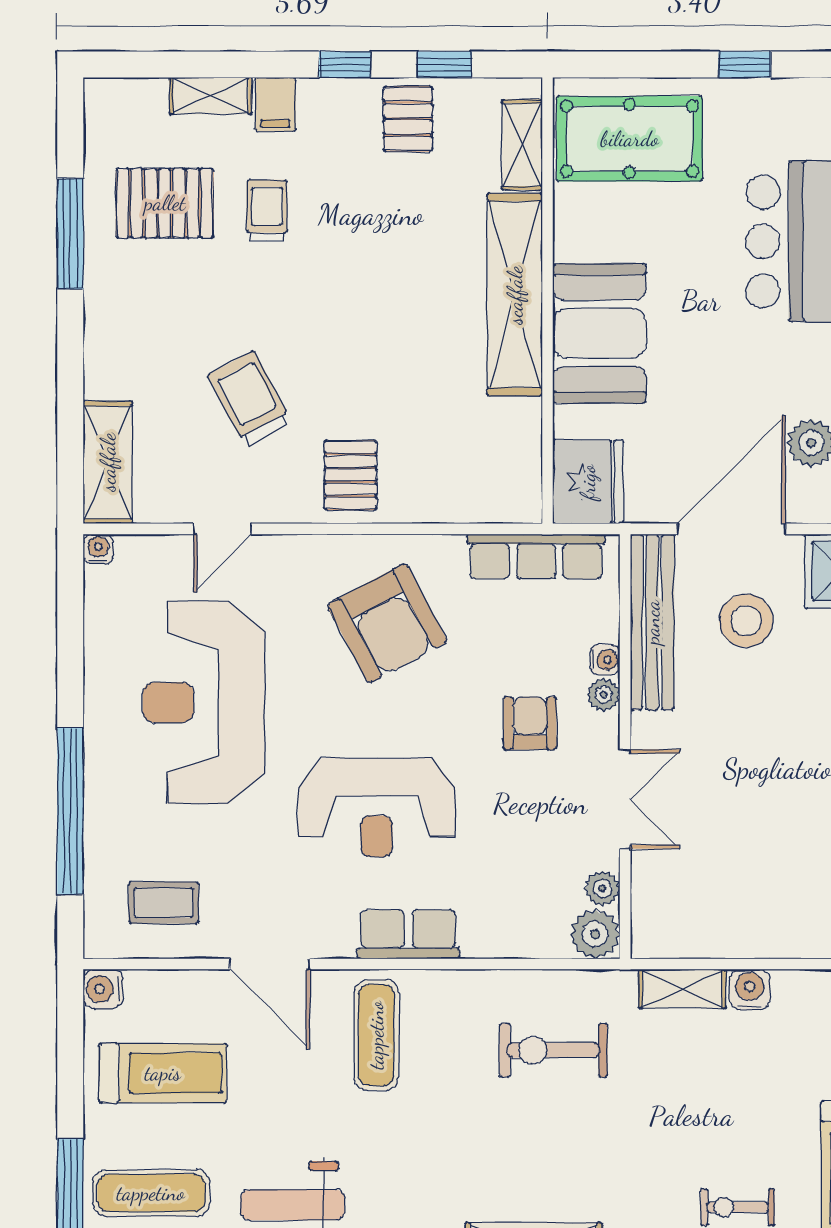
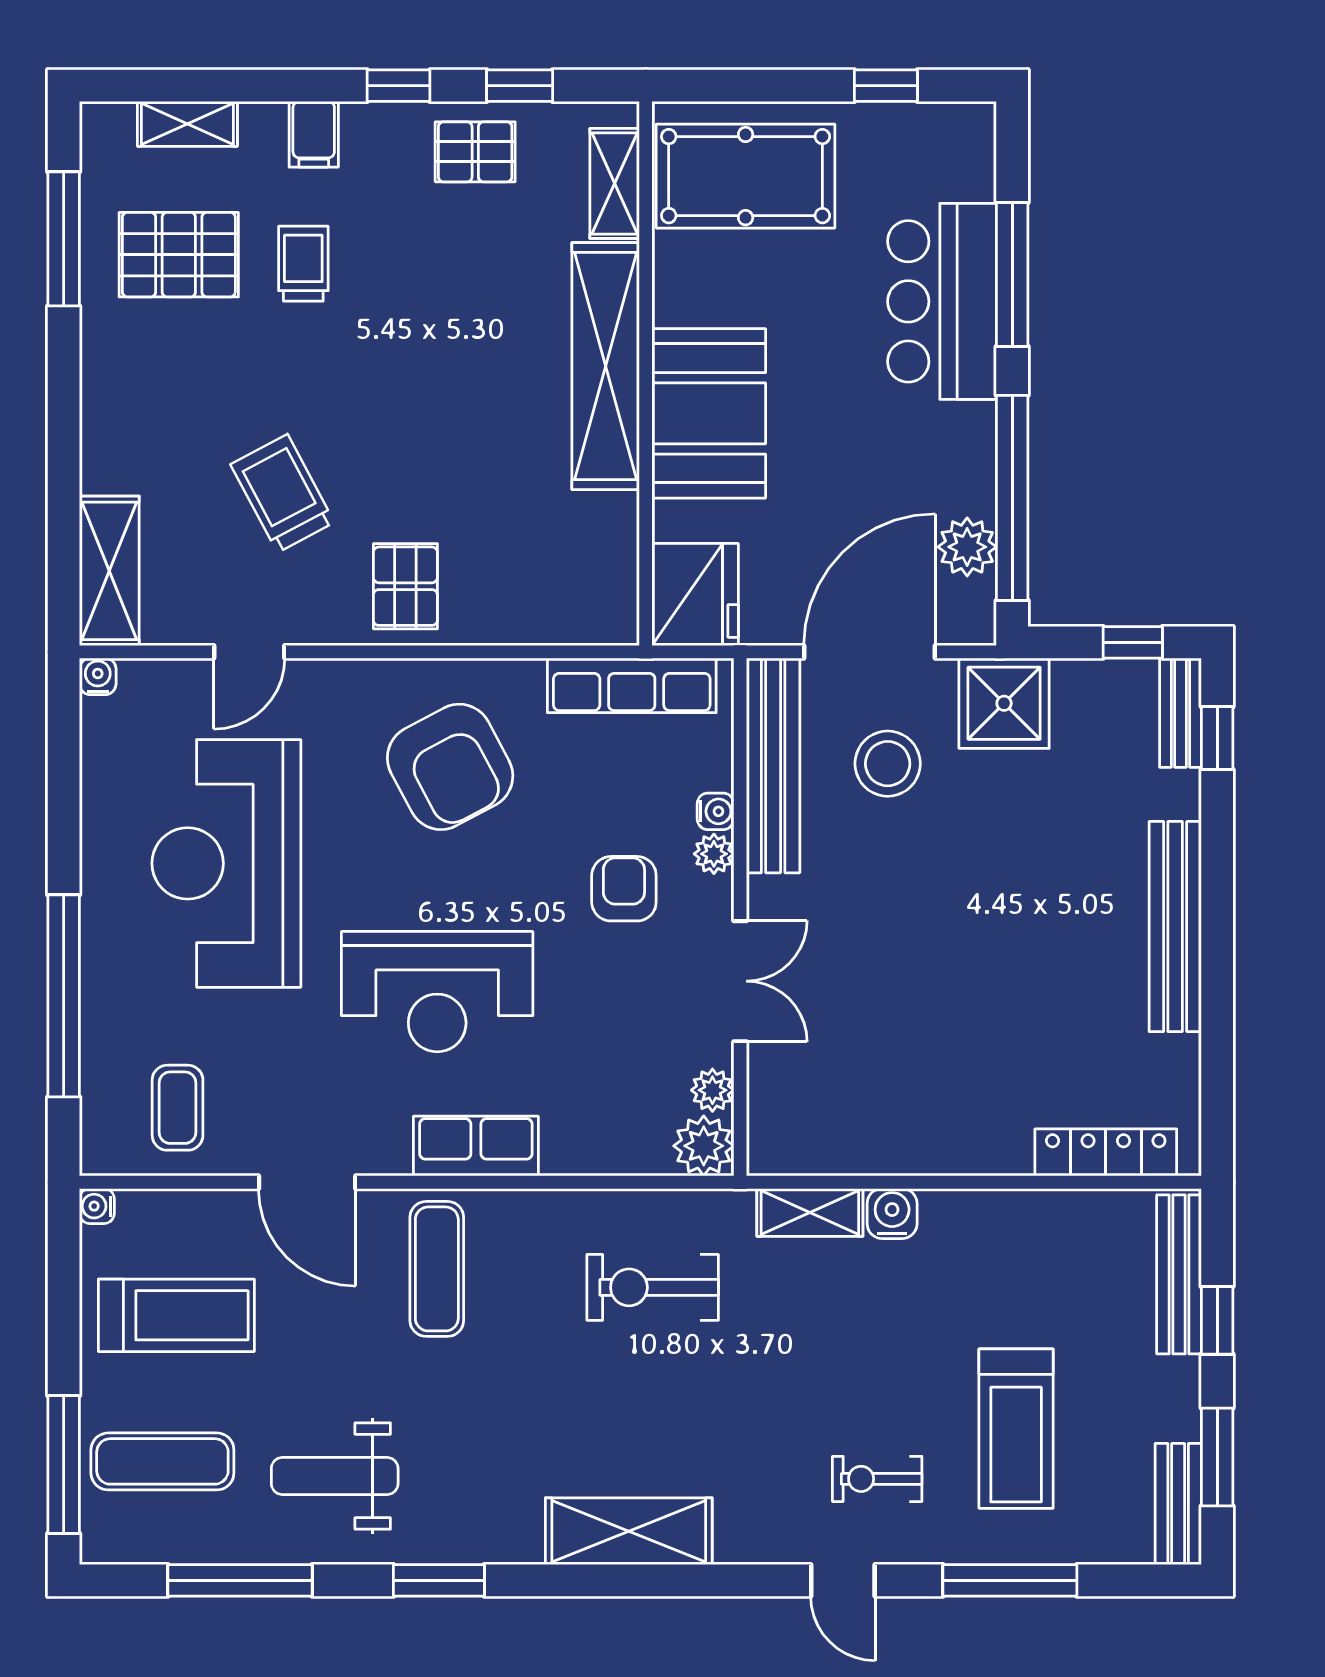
shelving: (211, 96) -> (187, 124), moved
pallet: (408, 119) -> (475, 152), turned 90
window: (70, 234) -> (64, 239), moved
coffee table: (164, 903) -> (178, 1108), turned 90
water cooler: (103, 989) -> (97, 1206), width x0.72, depth x0.72

